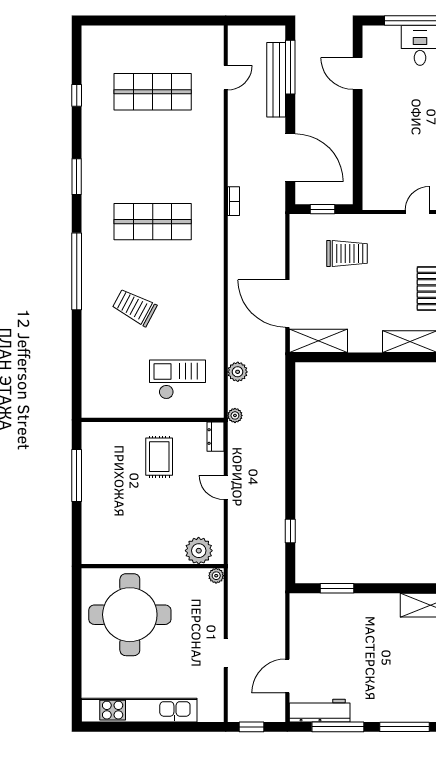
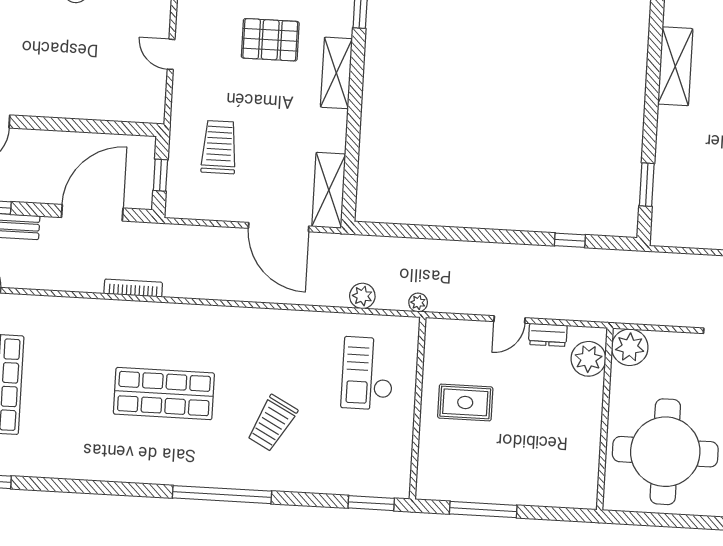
window: (77, 177) -> (371, 503), moved
bookcase: (233, 201) -> (133, 288), width x1.56
shop shelf: (153, 222) -> (164, 394), turned 90
door: (287, 304) -> (279, 227), hinge flipped
dresser: (216, 437) -> (548, 335), moved
plant: (216, 576) -> (630, 347), width x1.87, depth x1.87

